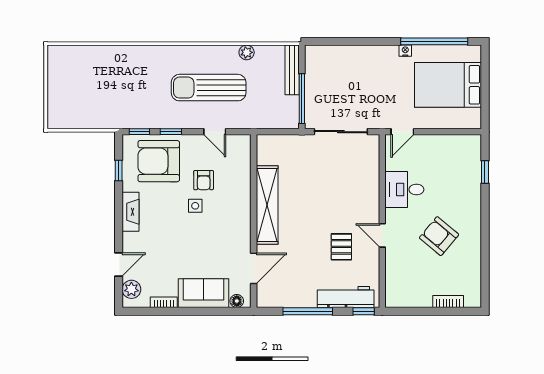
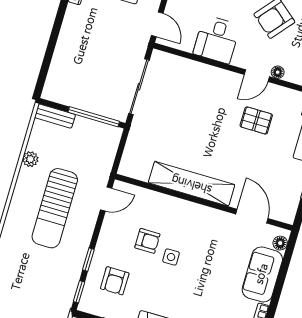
bench: (292, 70) -> (55, 116), width x0.73
door: (215, 132) -> (106, 199), moved
armchair: (159, 161) -> (115, 281), width x0.53, depth x0.53
floor lamp: (391, 253) -> (278, 72), added

